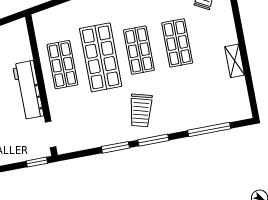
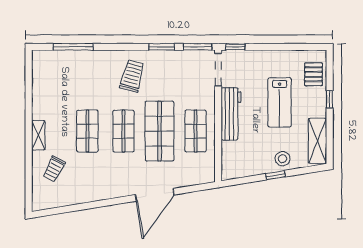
shelving: (235, 61) -> (38, 135), moved
doorway: (51, 134) -> (218, 70), width x1.38
window: (153, 140) -> (198, 47), moved

